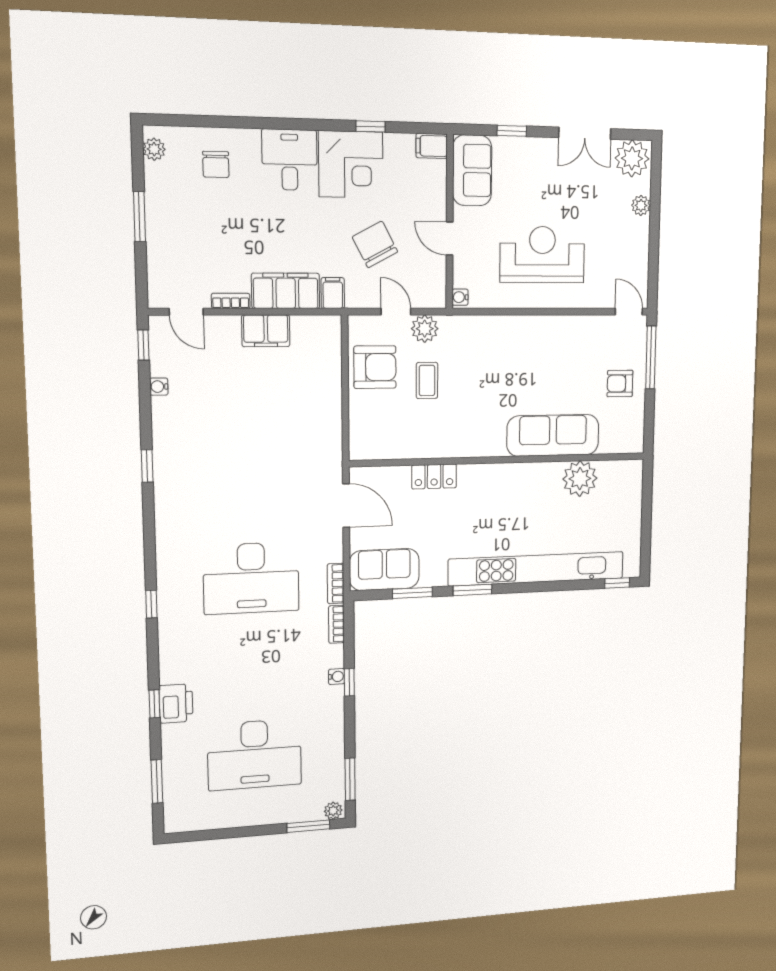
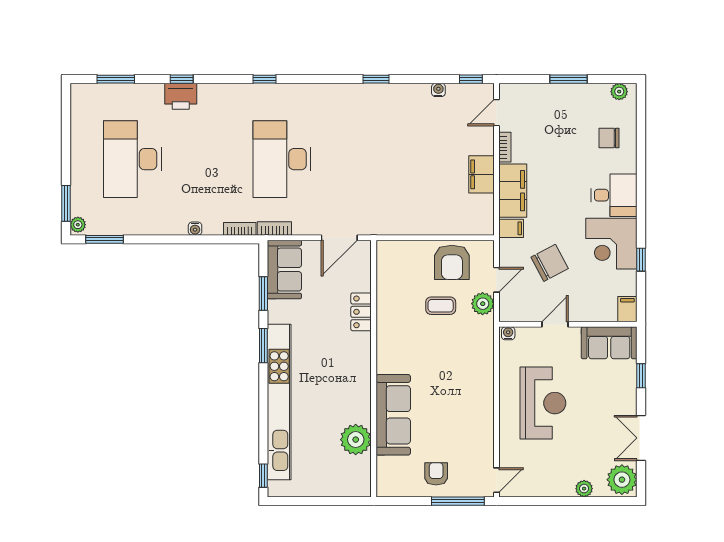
window: (349, 682) -> (189, 239), removed

